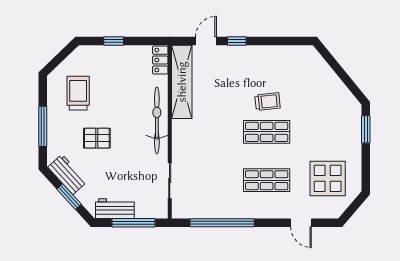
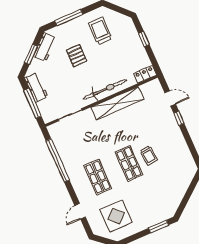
shelving: (182, 82) -> (117, 103), moved
trolley: (78, 93) -> (100, 31), turned -90

